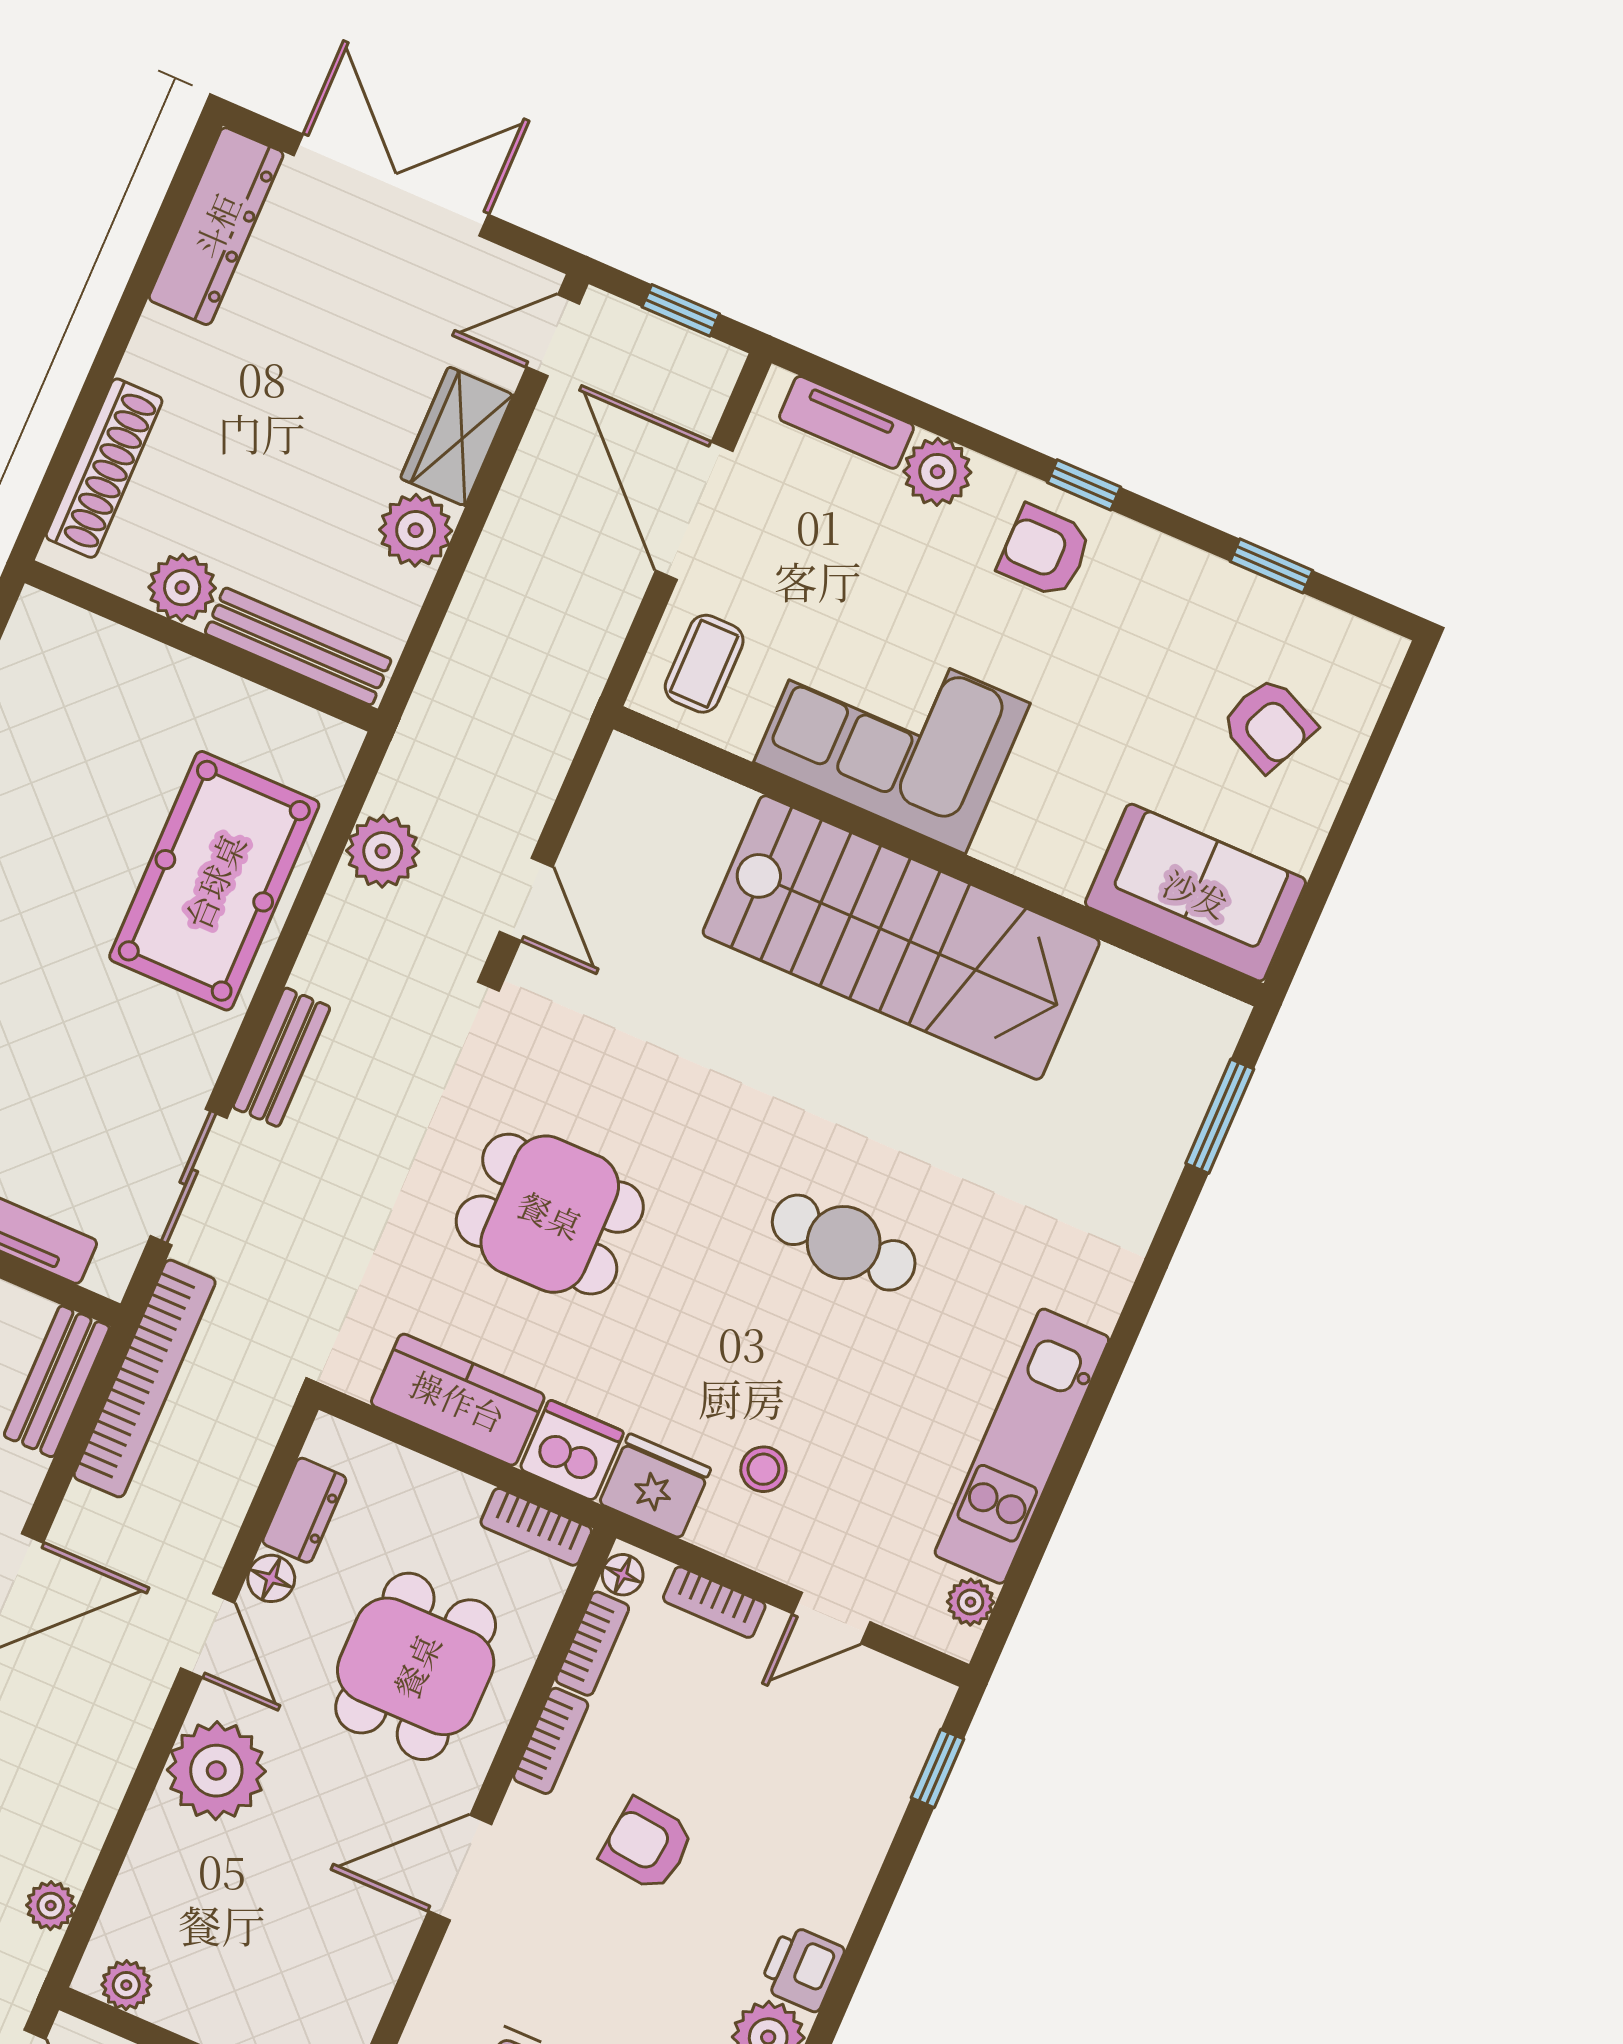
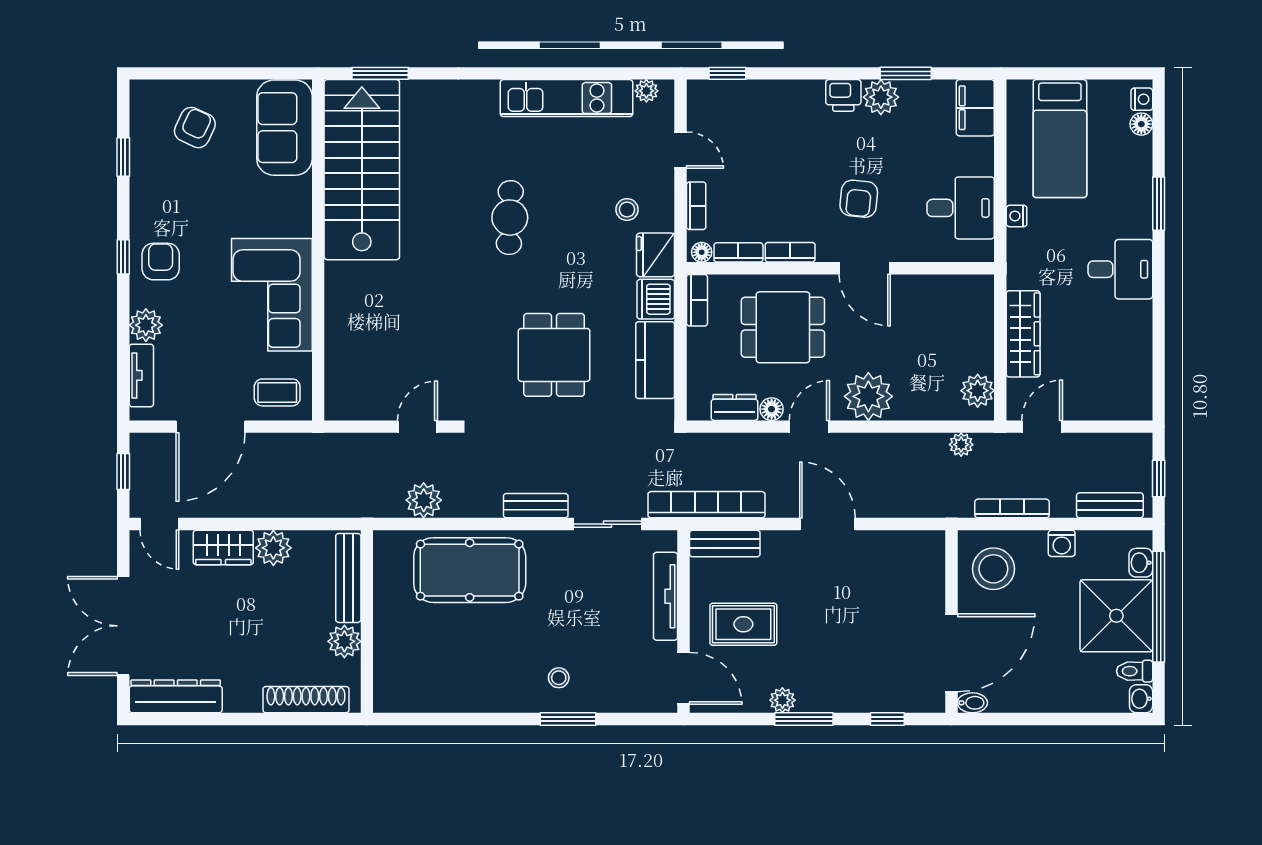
armchair: (1045, 551) -> (161, 262), turned 180
stairs: (901, 938) -> (362, 170), moved
armchair: (647, 1845) -> (859, 199), moved
plant: (126, 1985) -> (978, 391), width x1.38, depth x1.38

